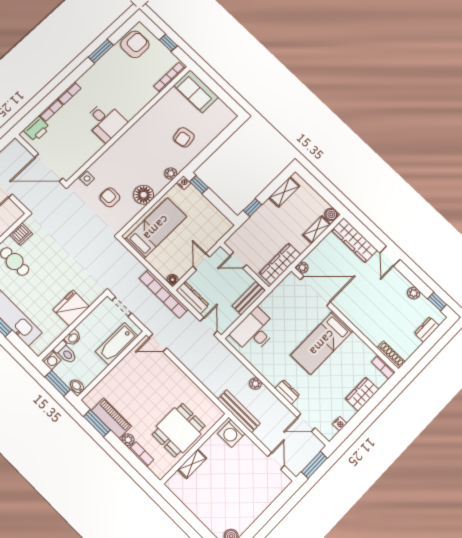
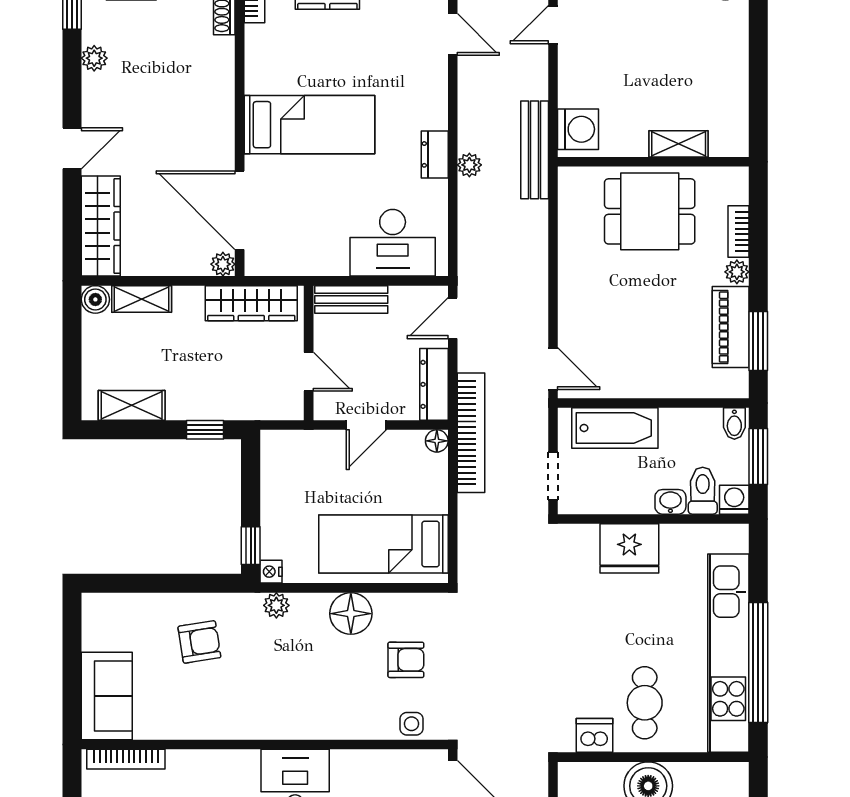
armchair: (110, 197) -> (406, 660), turned -90
dresser: (287, 392) -> (435, 154), moved

